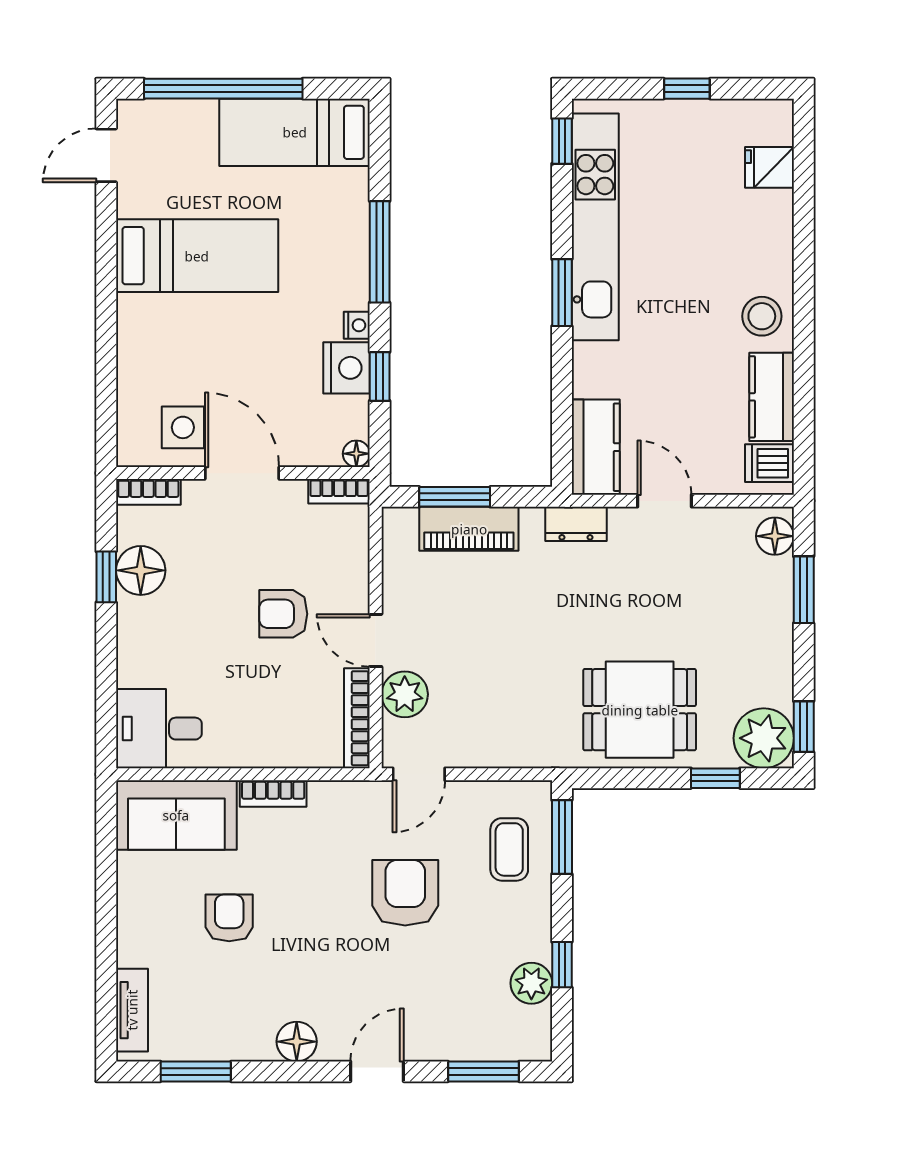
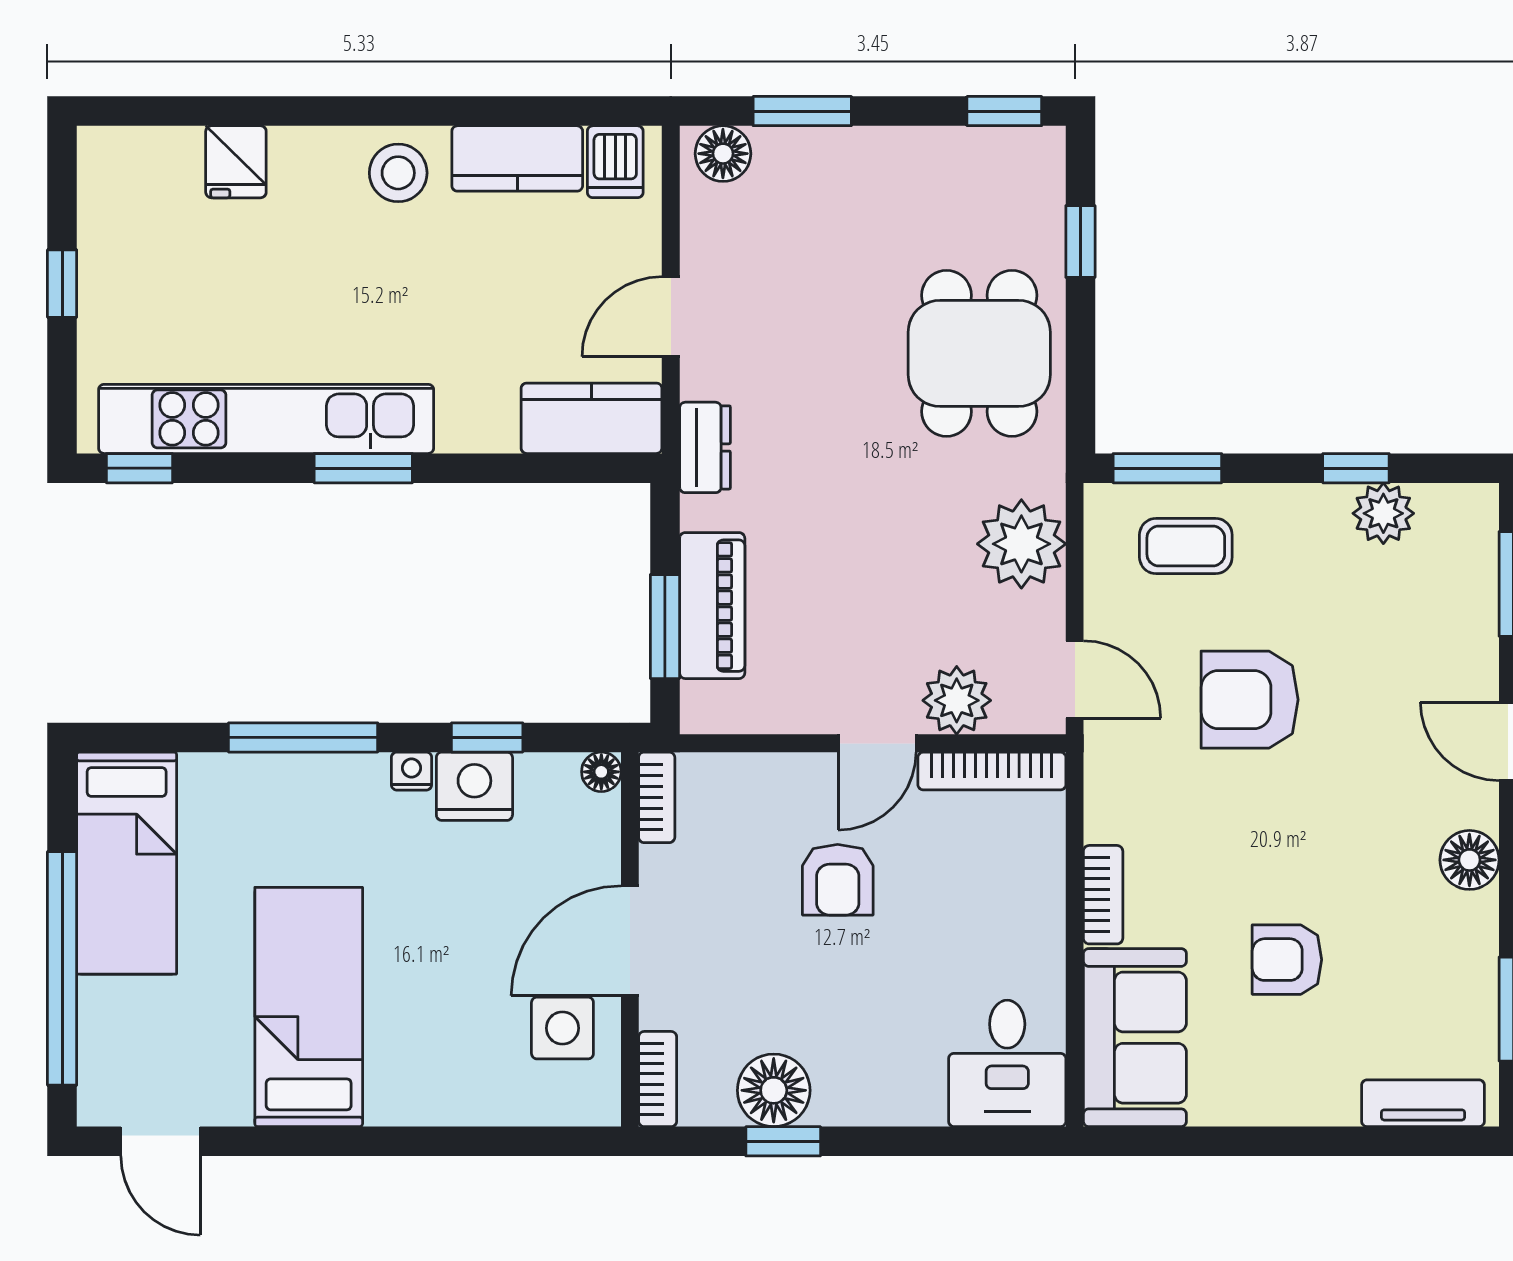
fridge: (769, 167) -> (236, 162), moved
plant: (764, 738) -> (1021, 544), moved

